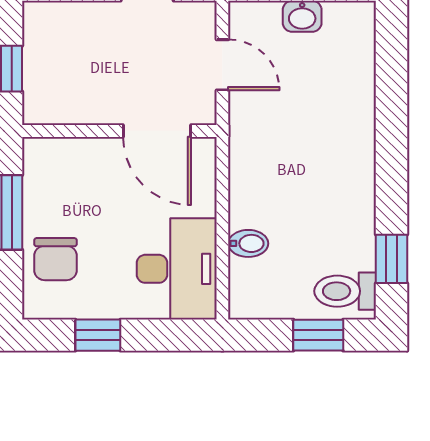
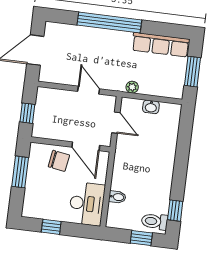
chair: (56, 259) -> (59, 161), moved, turned -81

